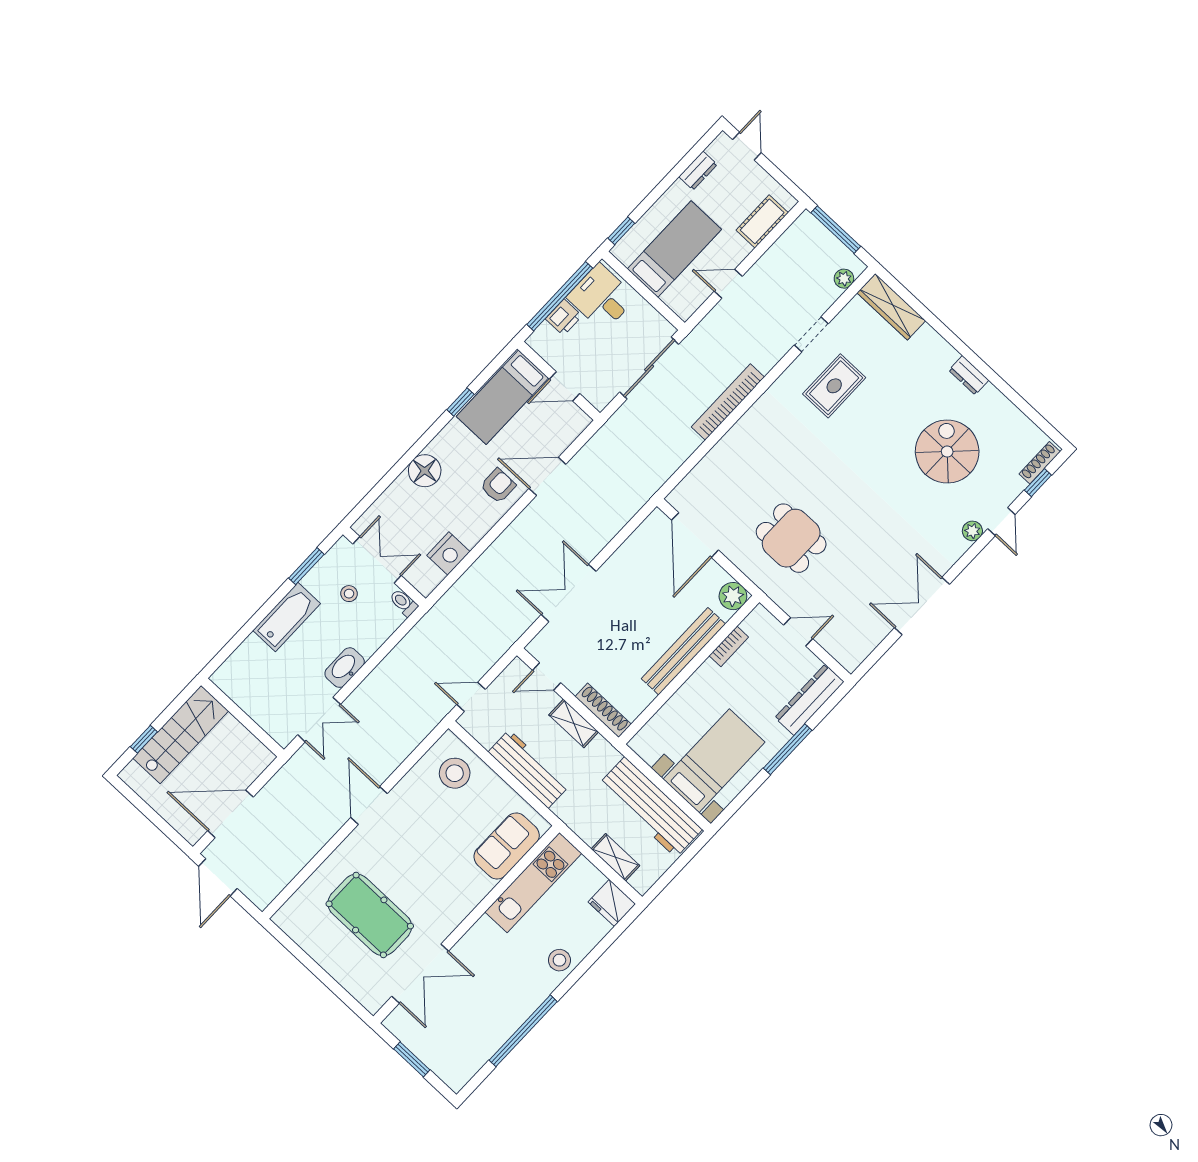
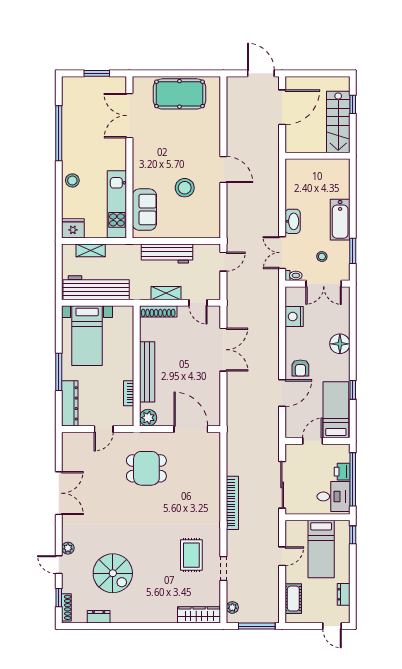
dresser: (969, 375) -> (99, 617), moved
door: (547, 677) -> (198, 303), swing flipped
double door: (319, 720) -> (282, 253), moved
stool: (455, 773) -> (185, 188), moved
pool table: (370, 915) -> (180, 94), moved

